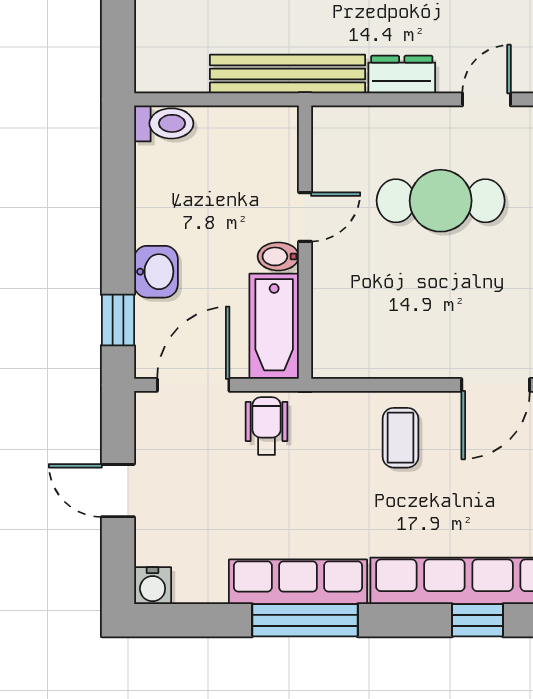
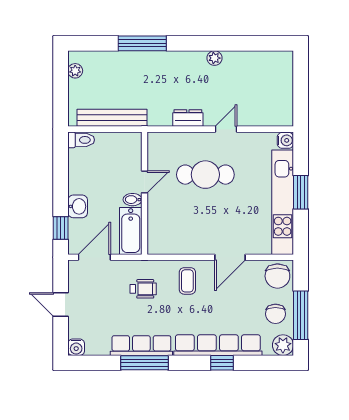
bench: (287, 74) -> (112, 118), moved
wheelchair: (267, 426) -> (143, 289), moved, turned 90

